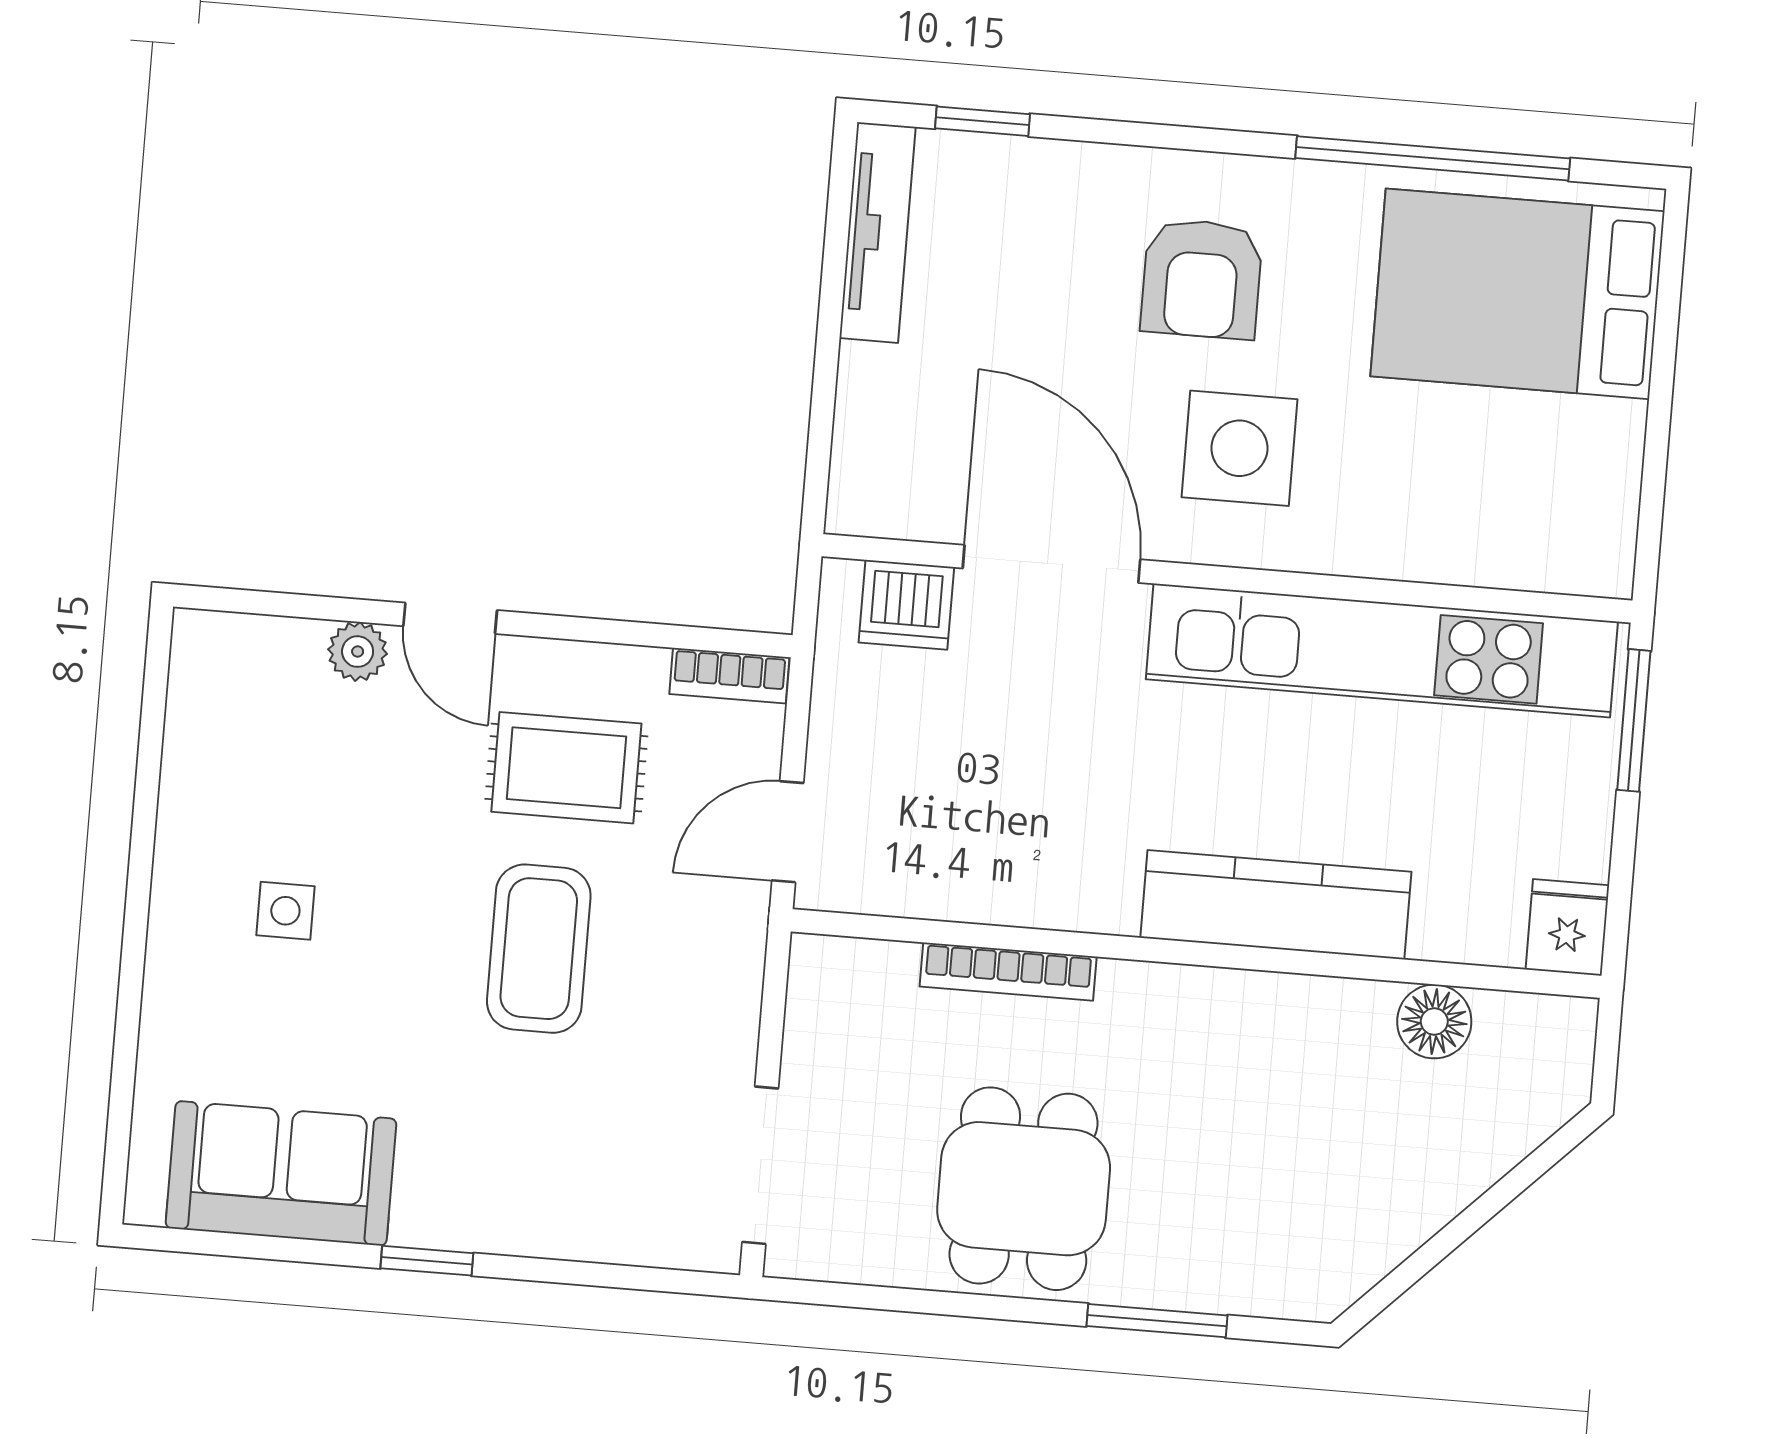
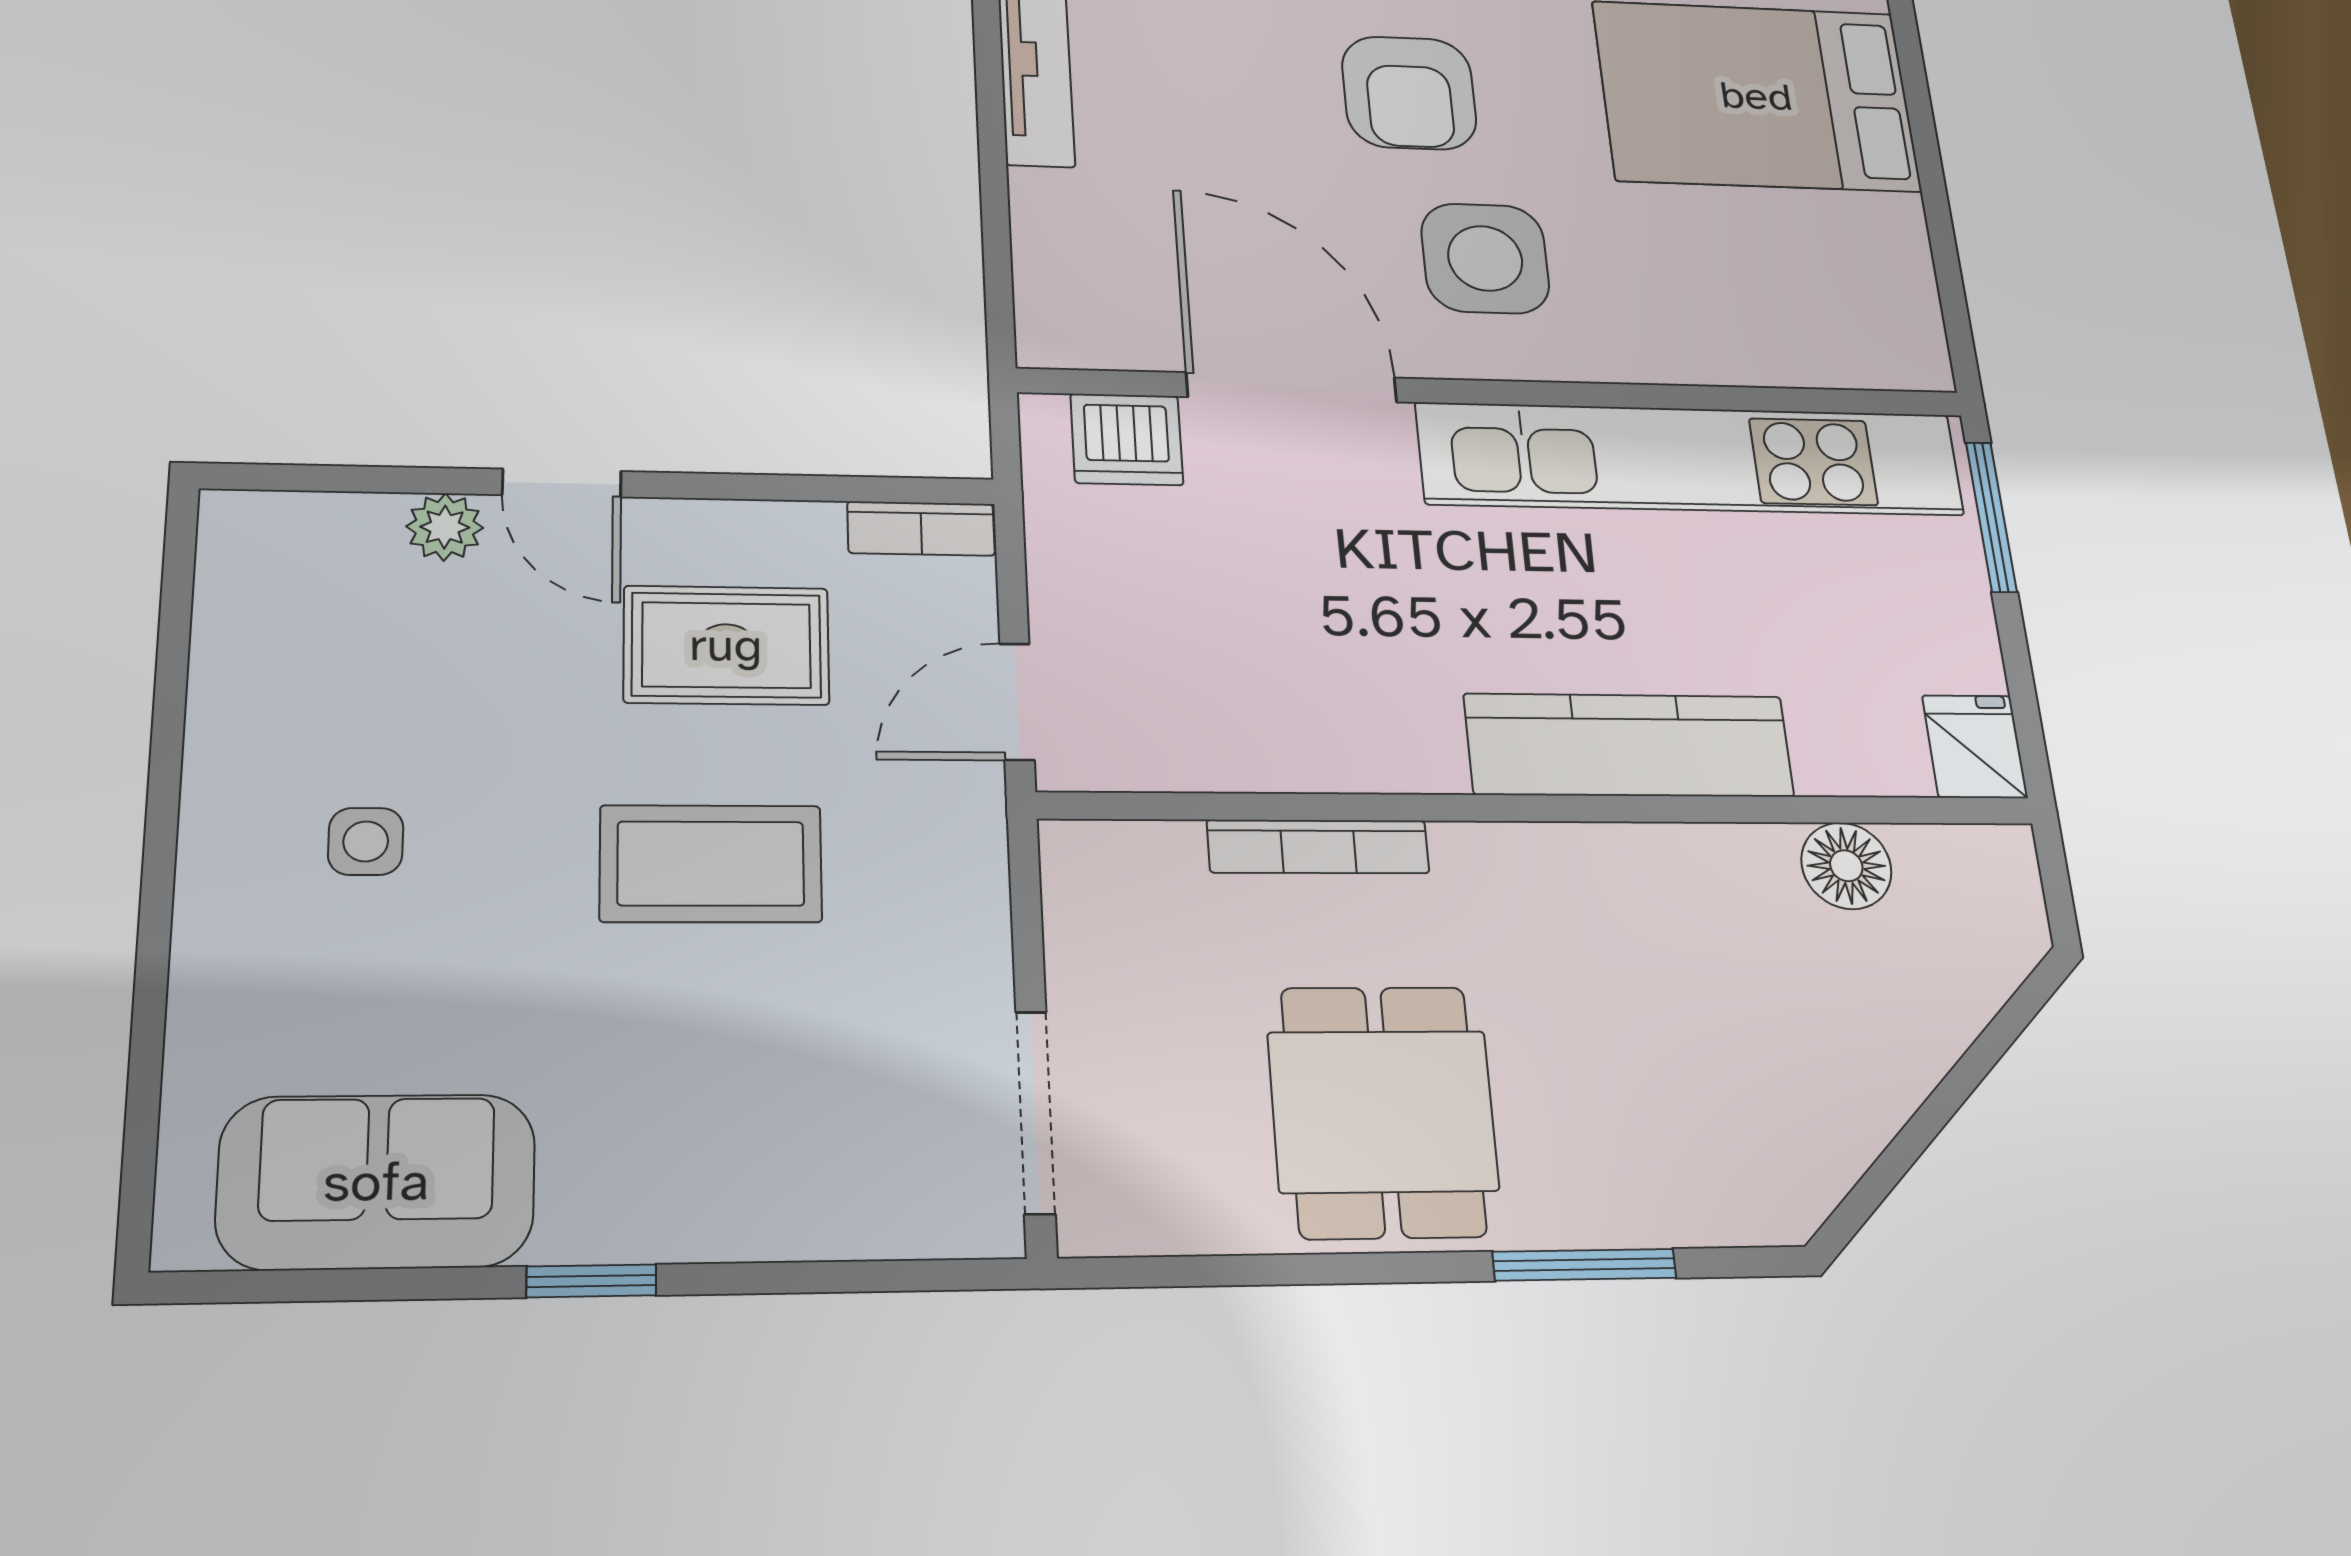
coffee table: (539, 949) -> (711, 864), turned 90

